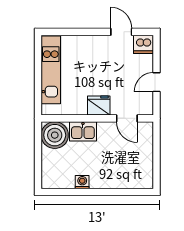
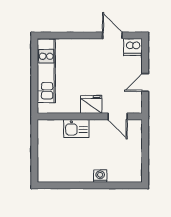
boiler: (55, 135) -> (50, 132), removed
washing machine: (82, 182) -> (100, 176), moved

